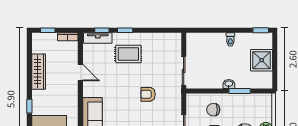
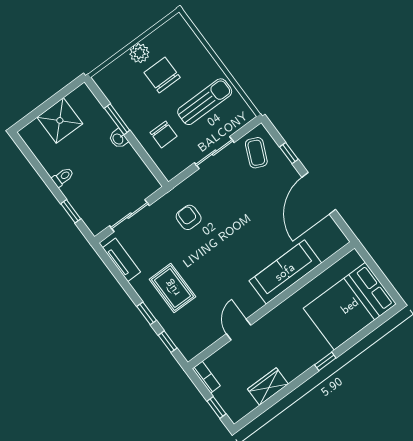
window: (261, 30) -> (71, 211), moved
tv unit: (98, 38) -> (122, 260), moved
sliding door: (184, 71) -> (129, 216), moved
wardrobe: (39, 72) -> (268, 386), width x0.67
armchair: (148, 94) -> (189, 217), moved, turned 180

